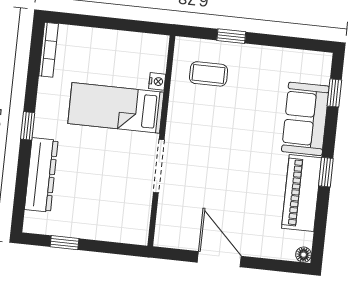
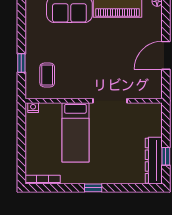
nightstand: (157, 81) -> (33, 108), moved
dresser: (41, 175) -> (154, 161), moved, turned -90

